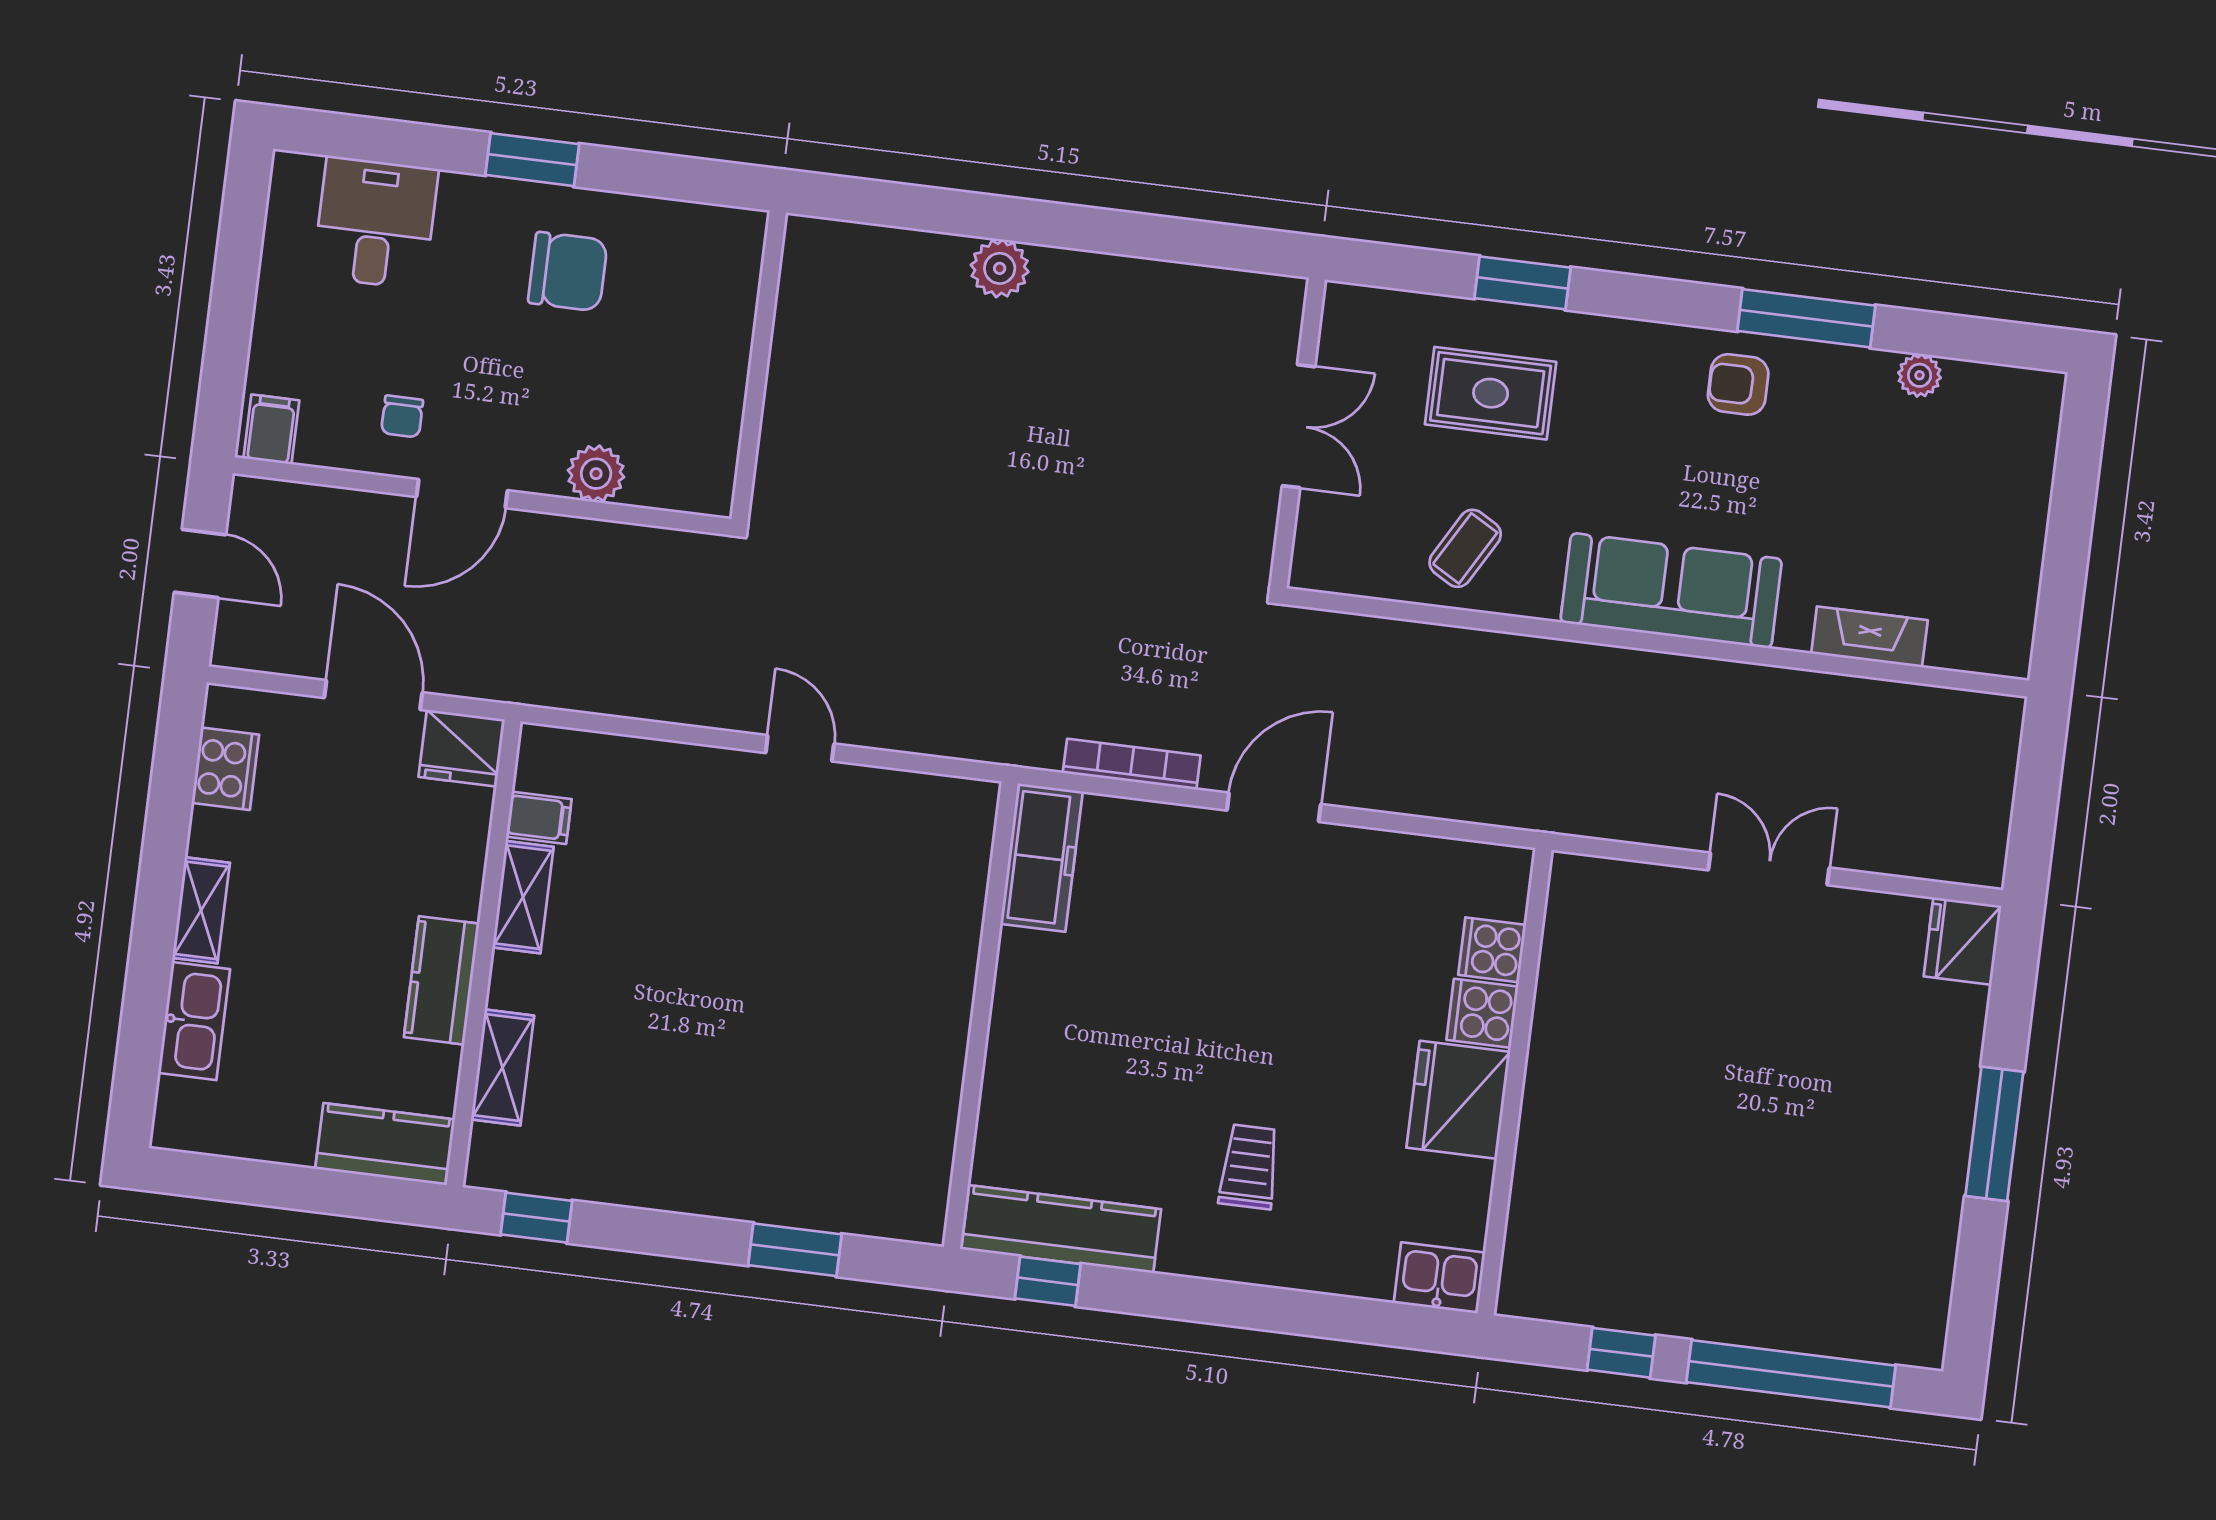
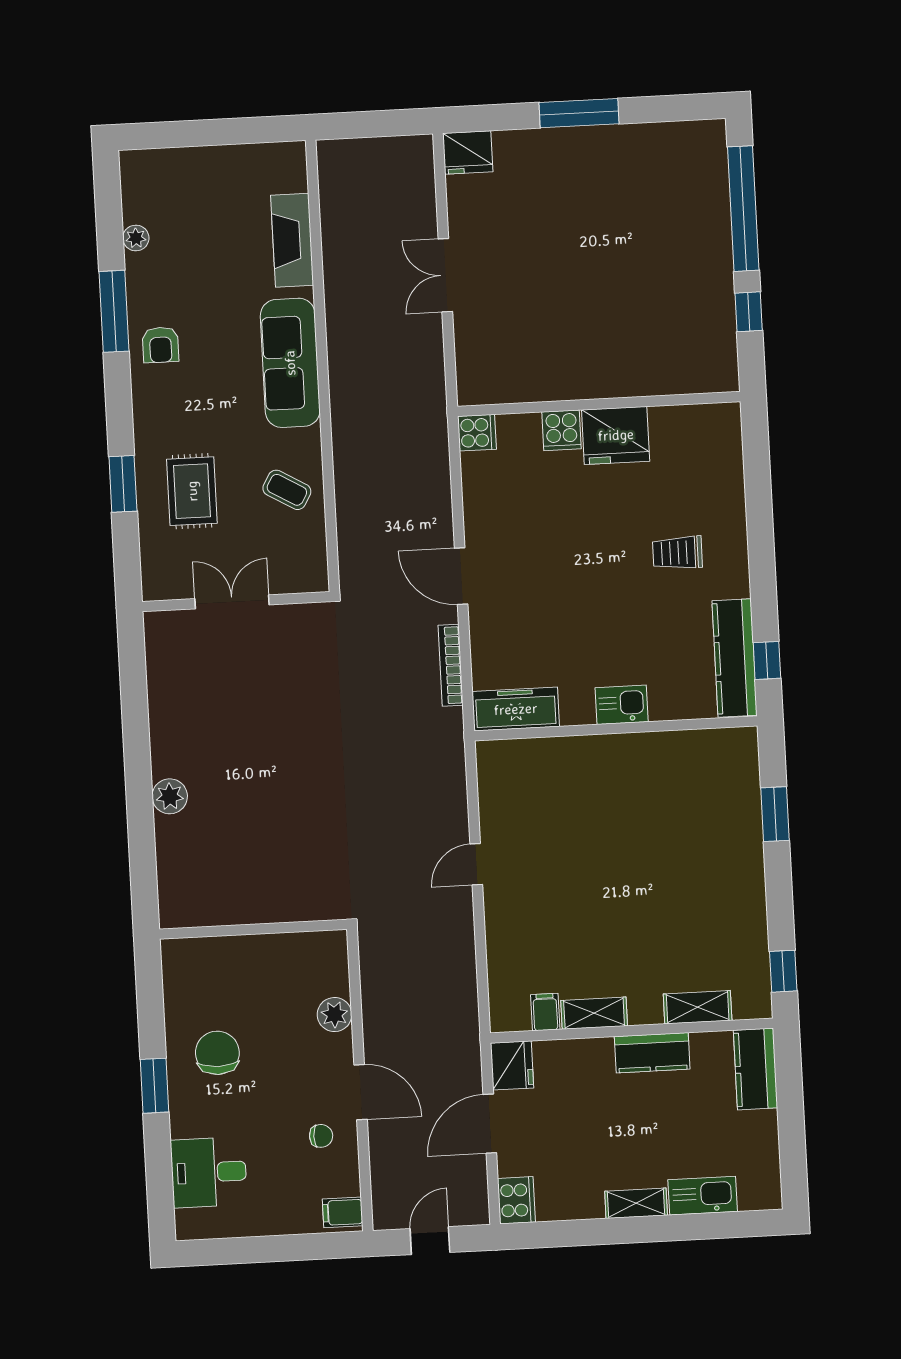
fireplace: (1869, 637) -> (292, 240), width x1.37, depth x1.32
cooker: (225, 769) -> (516, 1200), moved, turned 90
cooker: (1492, 950) -> (477, 433), moved, turned -90
kitchen sink: (1439, 1278) -> (622, 705), moved, turned 90

